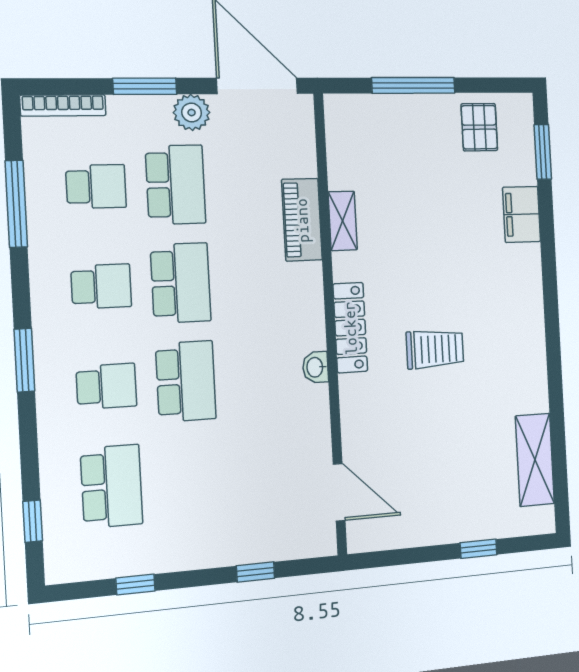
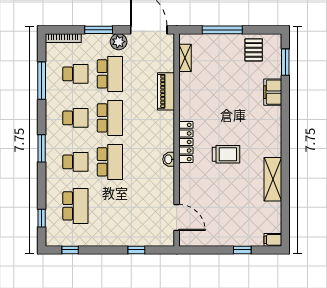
shelving: (343, 221) -> (185, 58), moved
shelving: (535, 460) -> (273, 179), moved
filing cabinet: (538, 521) -> (273, 240), added
window: (135, 585) -> (70, 250), moved

